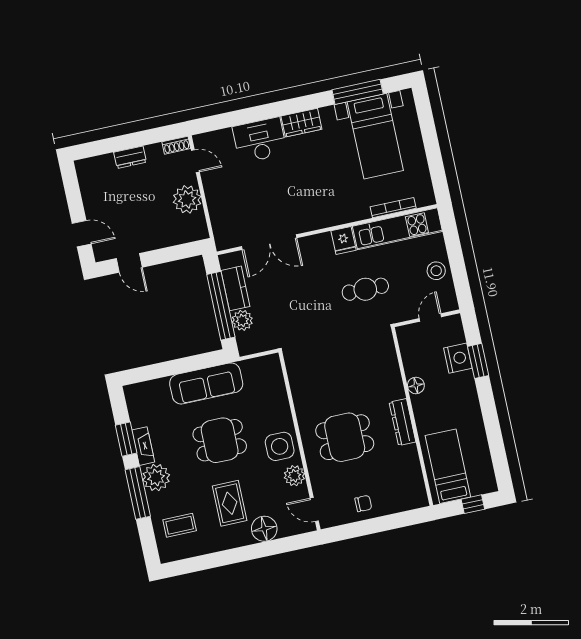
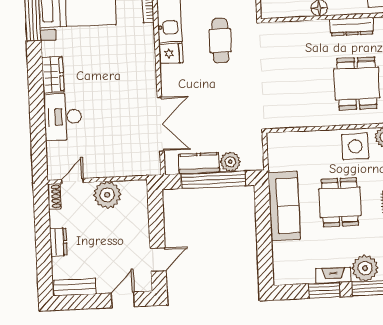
bench: (87, 182) -> (75, 287), added

